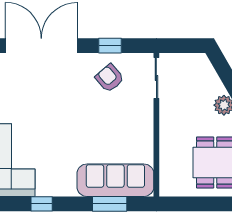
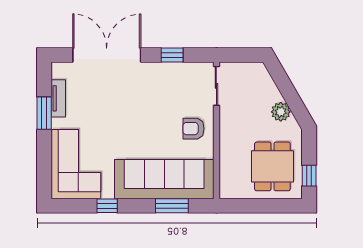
armchair: (109, 78) -> (193, 129), moved, turned -49
sofa: (115, 180) -> (164, 179), width x1.36, depth x1.27

